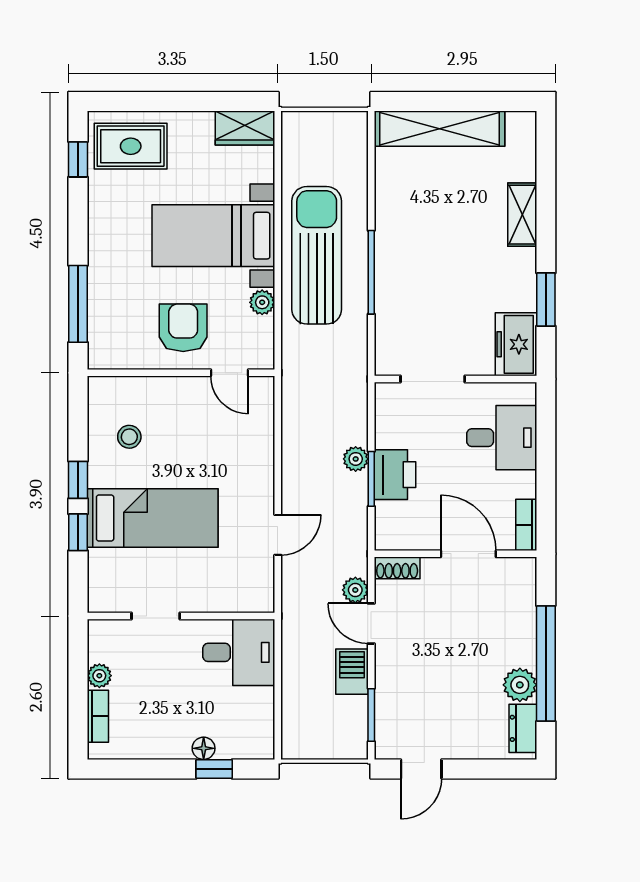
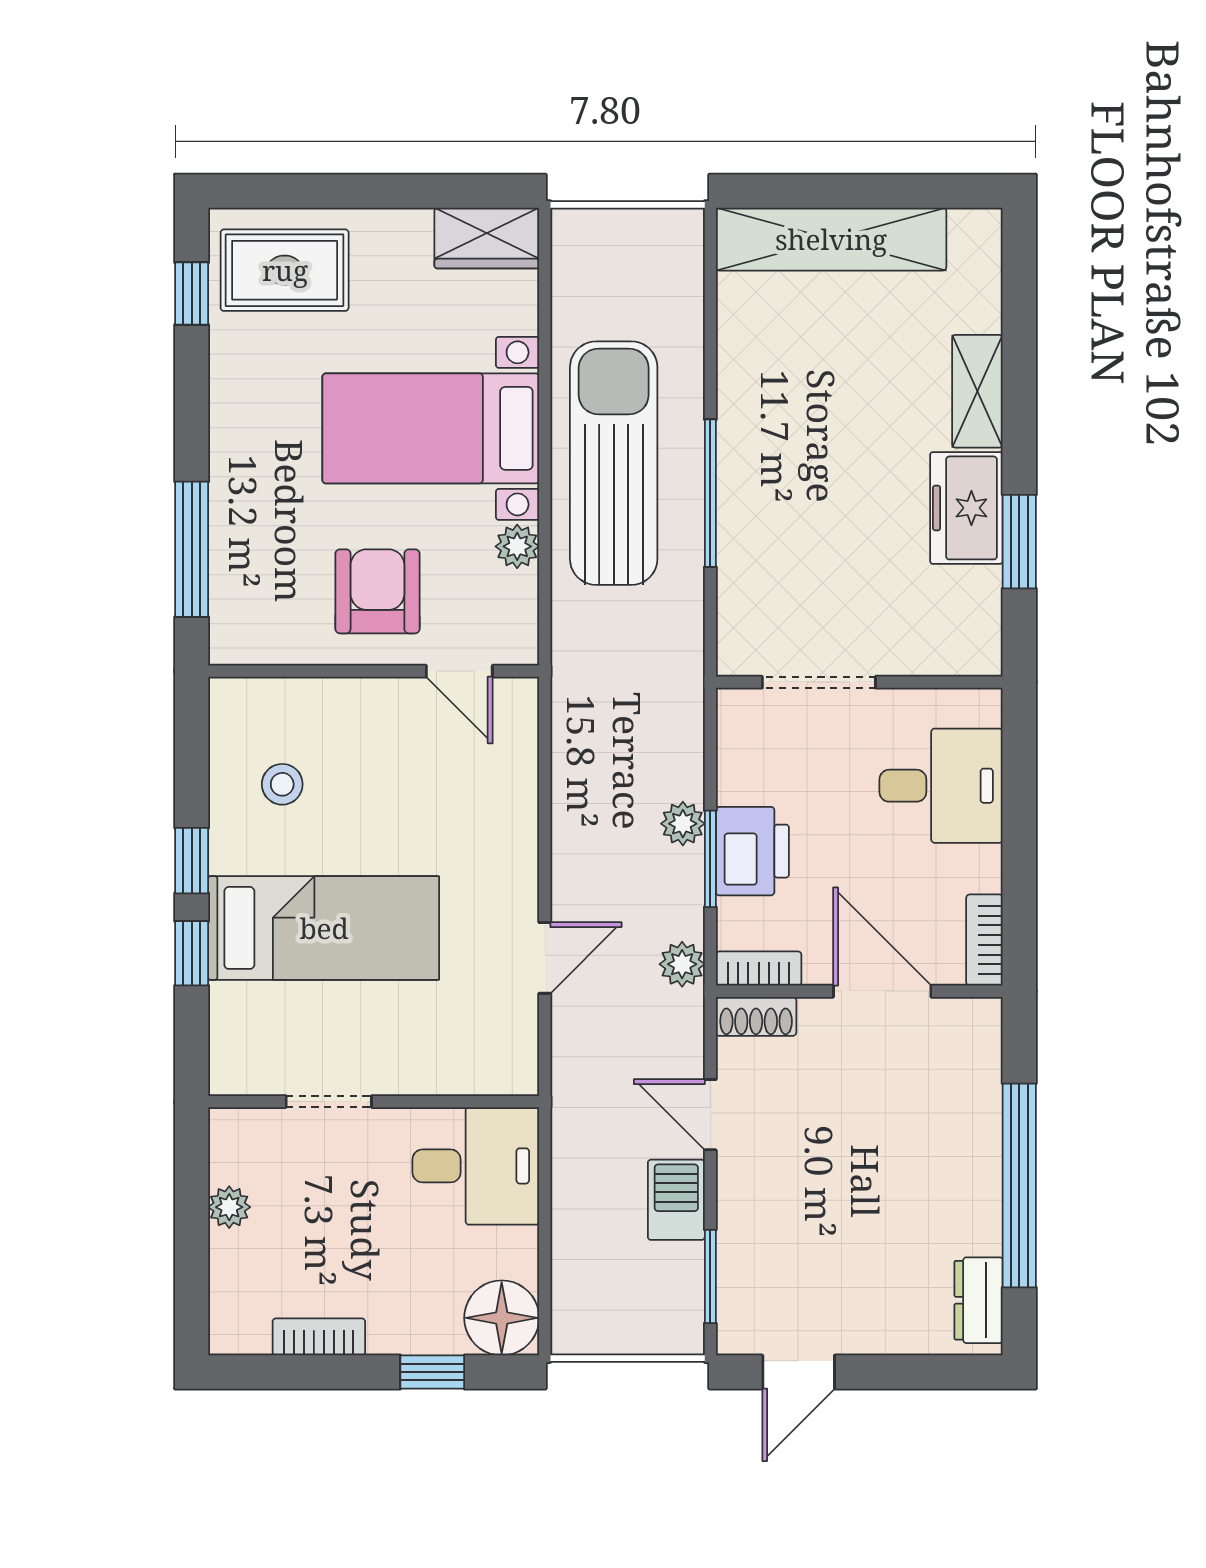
freezer: (516, 344) -> (966, 508), moved
bookcase: (399, 541) -> (759, 969), added
plant: (355, 590) -> (682, 964), moved
plant: (520, 685) -> (973, 1223), removed
bookcase: (98, 716) -> (319, 1337), moved, turned -90
floor lamp: (204, 748) -> (502, 1318), moved, width x1.89, depth x1.89

